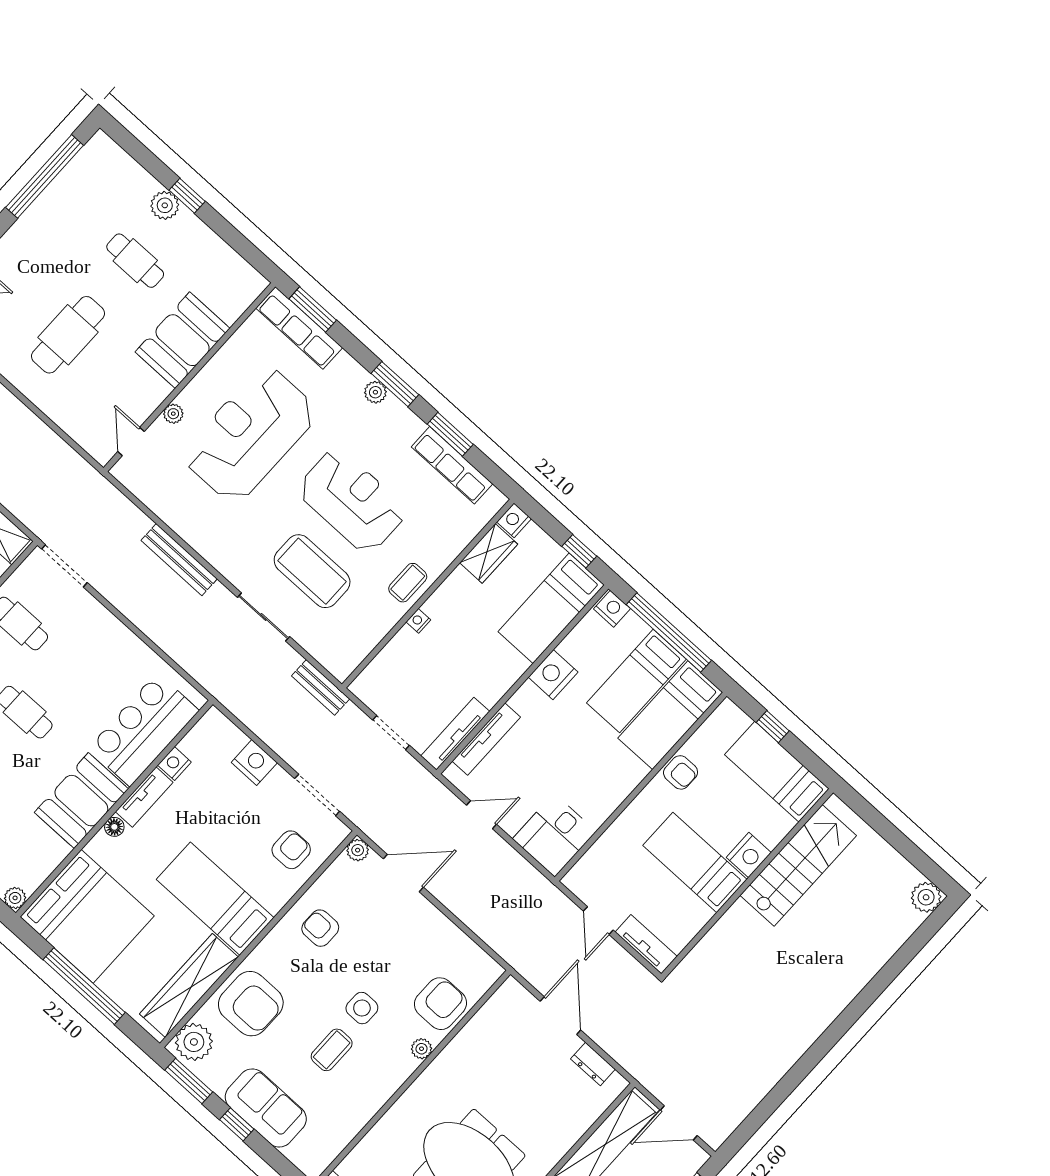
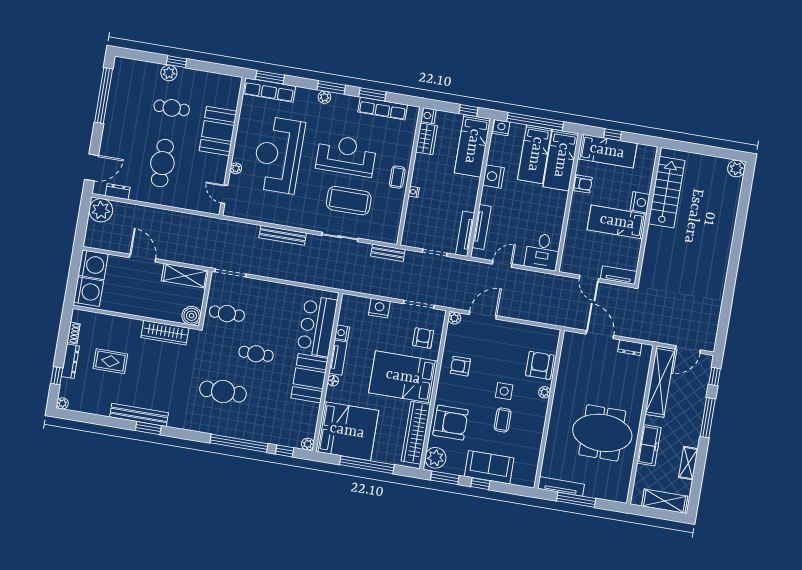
bed: (777, 772) -> (607, 151), moved, turned 180
bed: (215, 899) -> (403, 377), width x1.50

